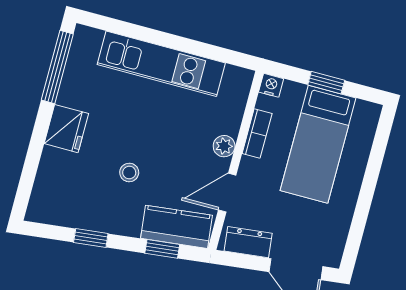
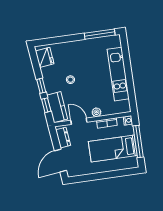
window: (326, 83) -> (138, 141), width x2.17
fridge: (66, 129) -> (45, 57), moved, turned -96
window: (91, 238) -> (41, 86), moved

